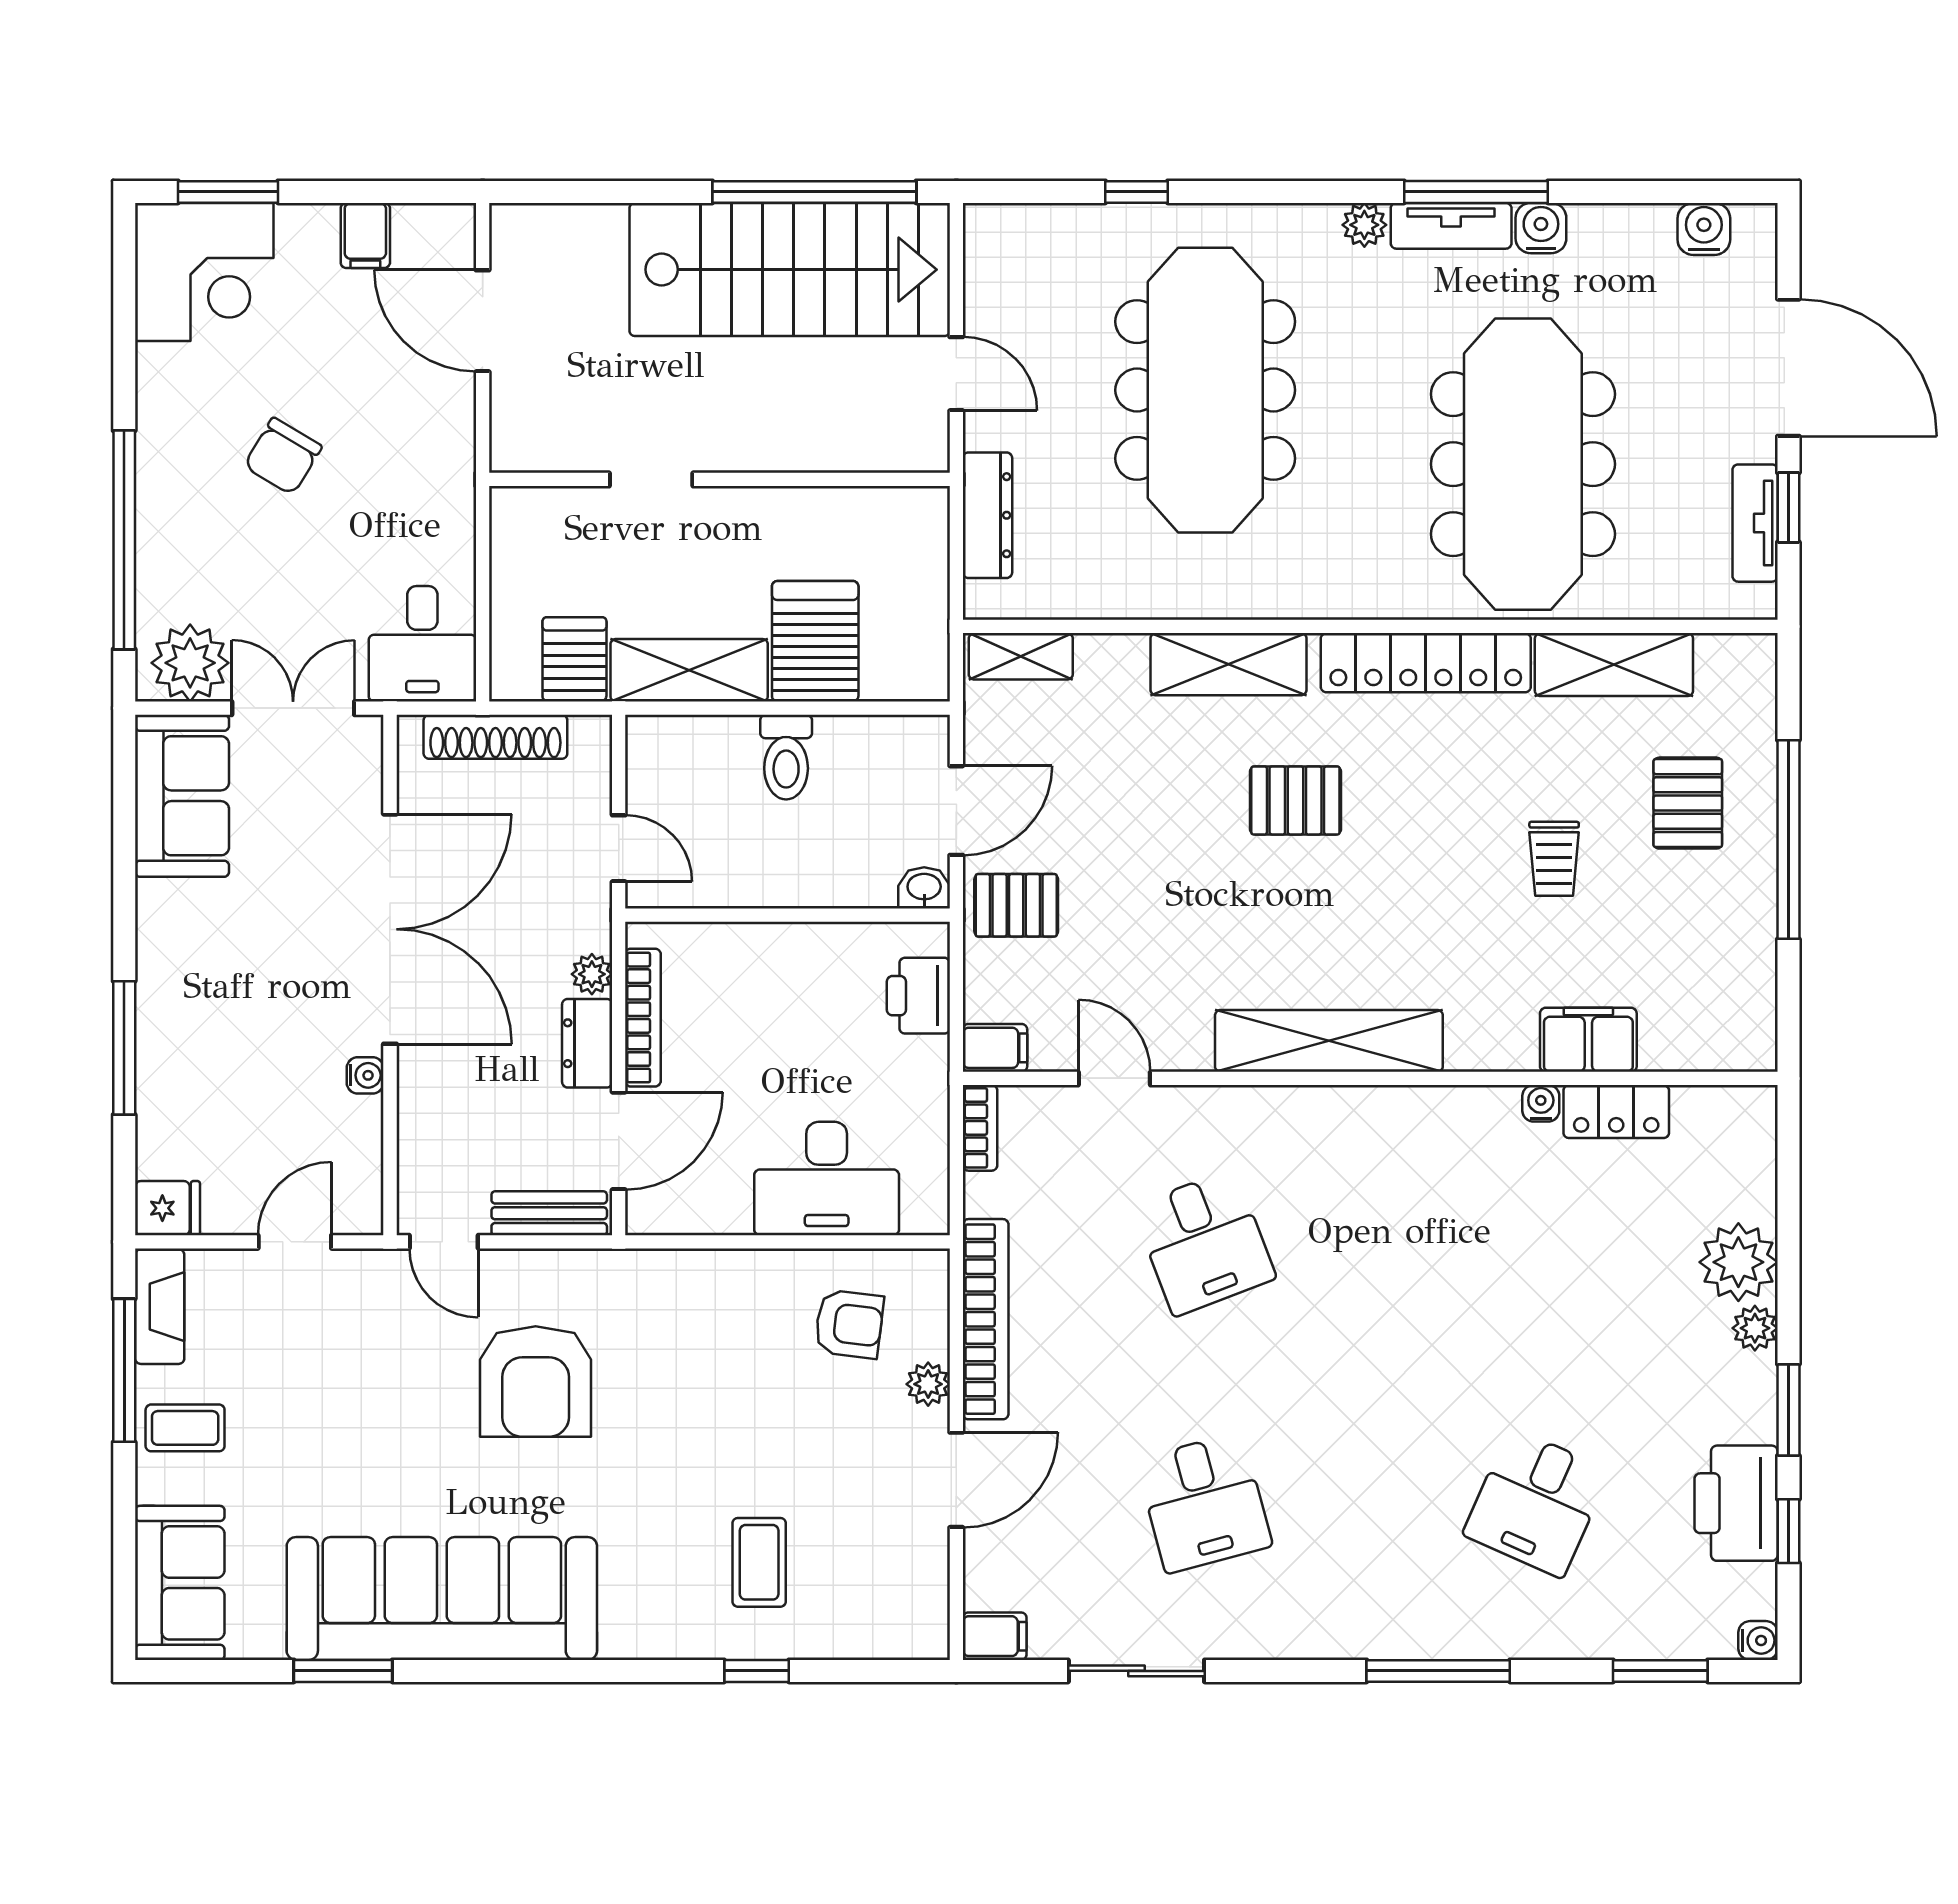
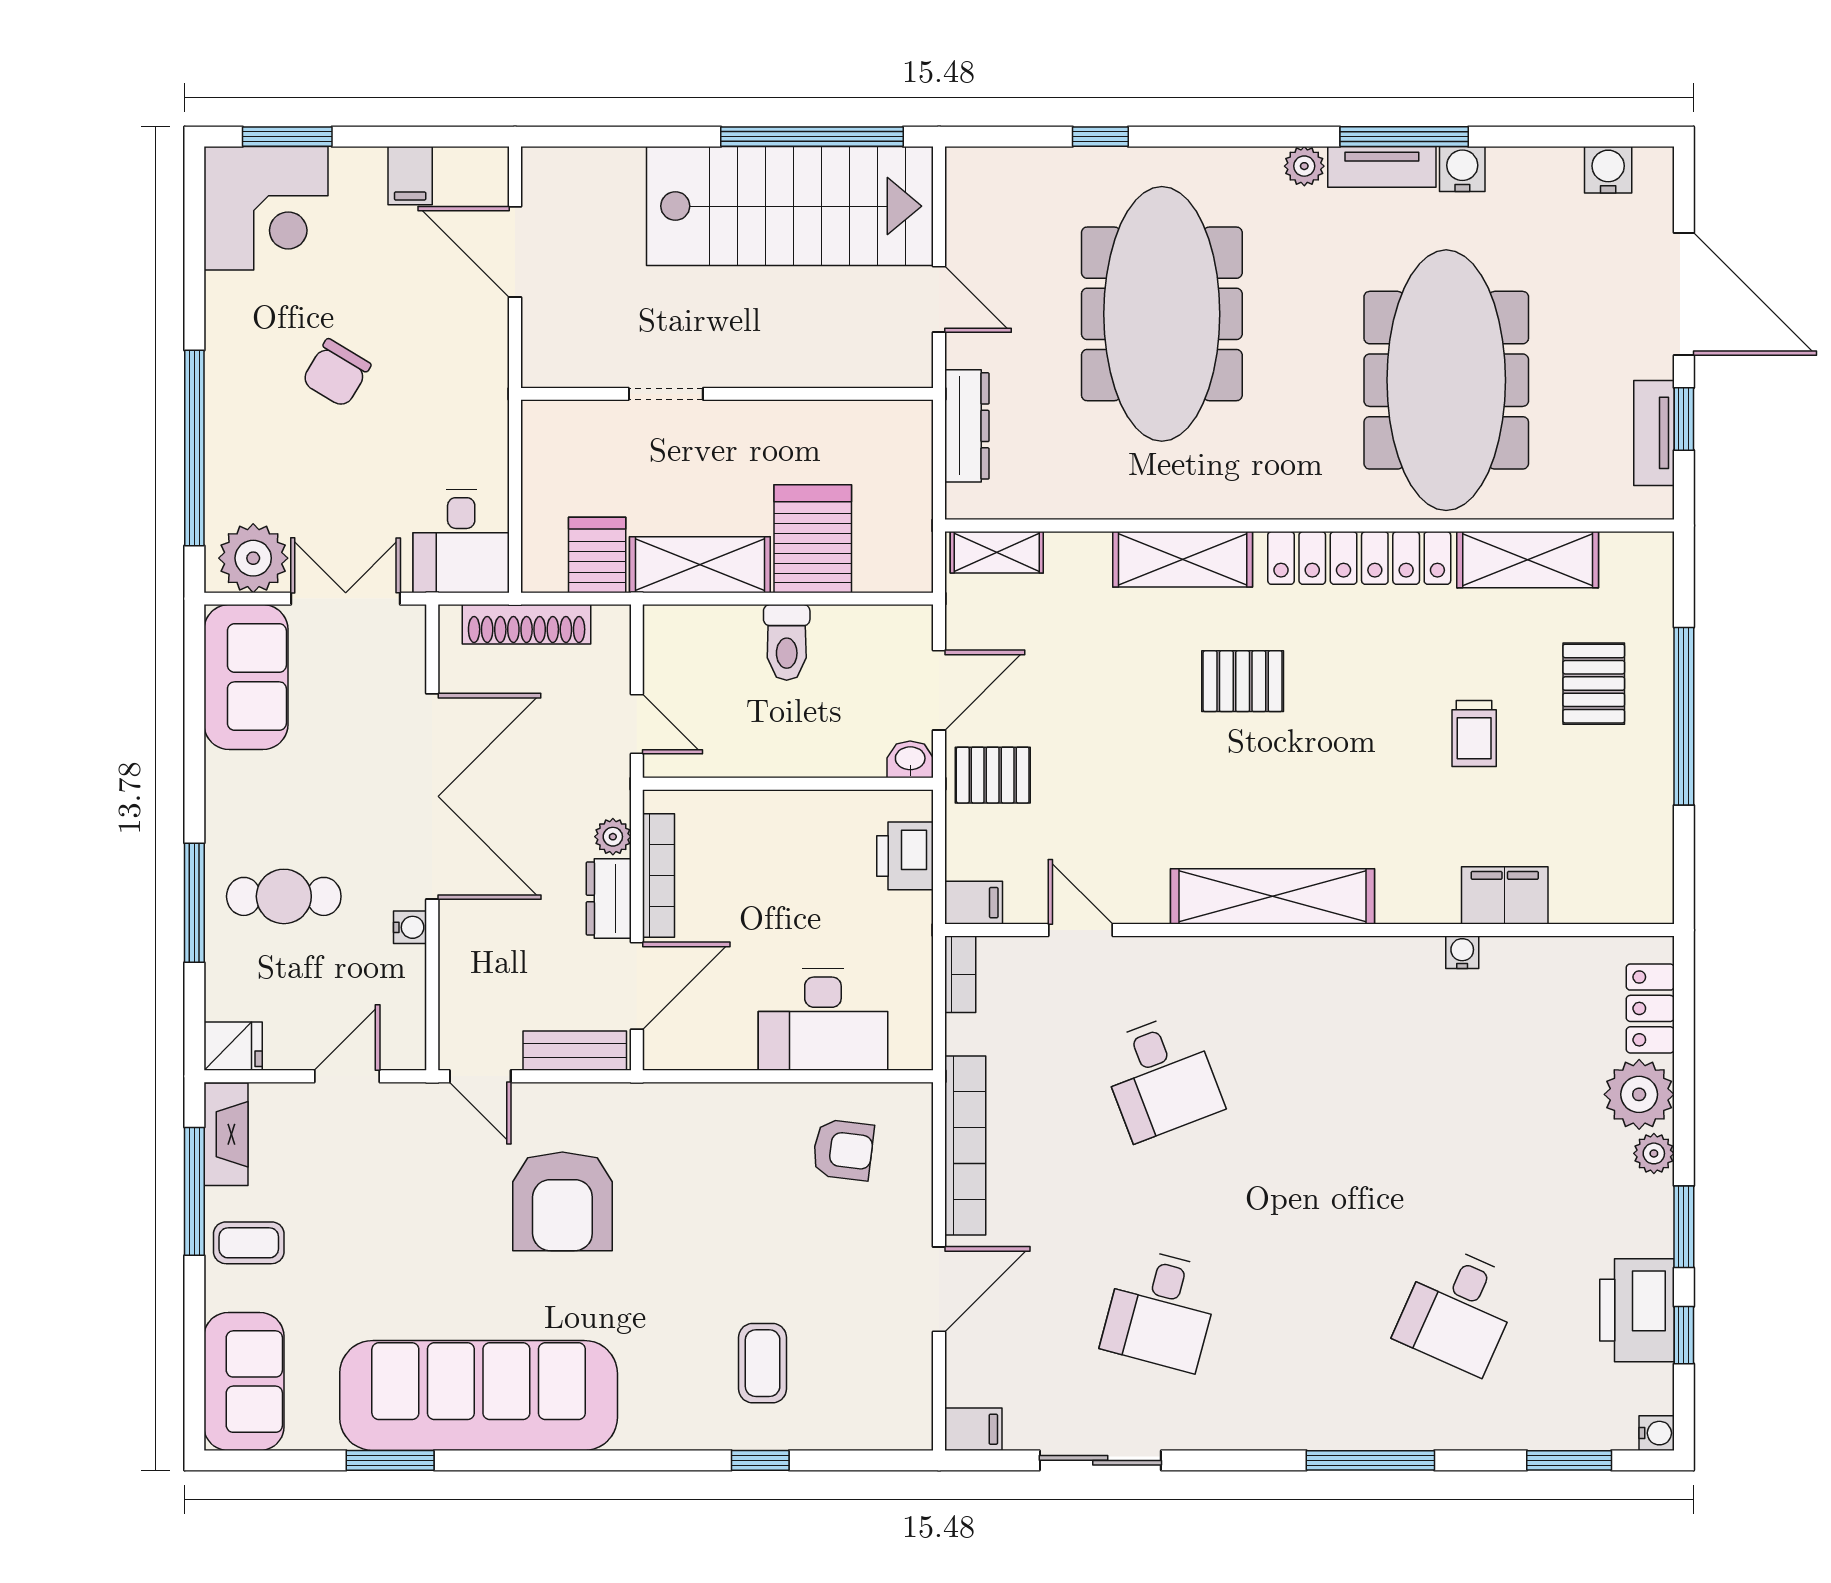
cafe table: (224, 1041) -> (284, 896), added
locker: (1616, 1112) -> (1650, 1008), moved, turned 90
plant: (928, 1384) -> (914, 1204), removed
desk: (1204, 1503) -> (1161, 1310), turned 30

